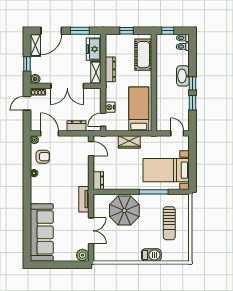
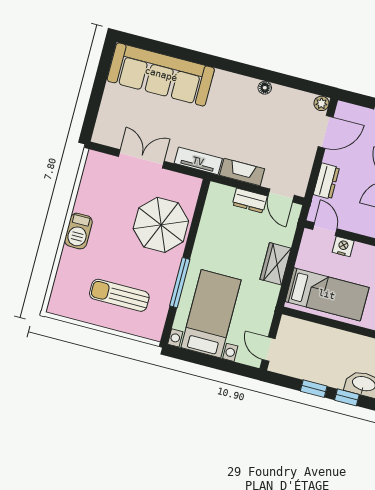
door: (177, 133) -> (269, 349), swing flipped
door: (91, 149) -> (281, 196), hinge flipped
armchair: (43, 157) -> (289, 110), removed
fireplace: (84, 174) -> (242, 172), added
dresser: (98, 181) -> (250, 201), moved
double door: (91, 231) -> (141, 159), swing flipped
plant: (82, 255) -> (104, 134), removed
barbecue: (151, 255) -> (78, 231), moved

